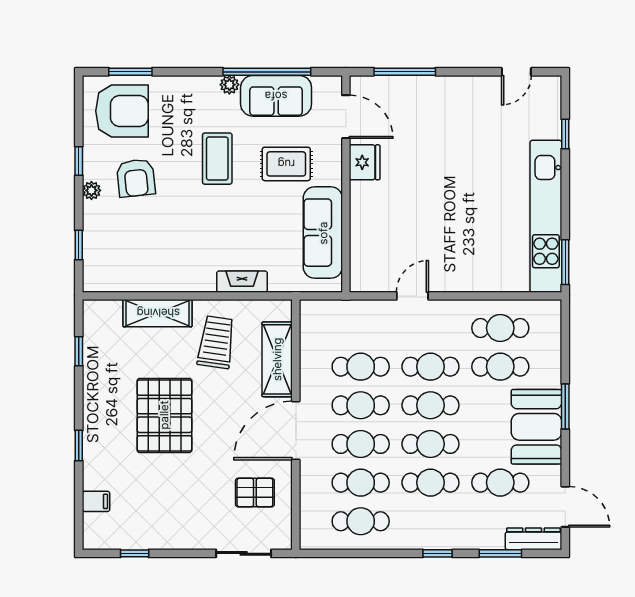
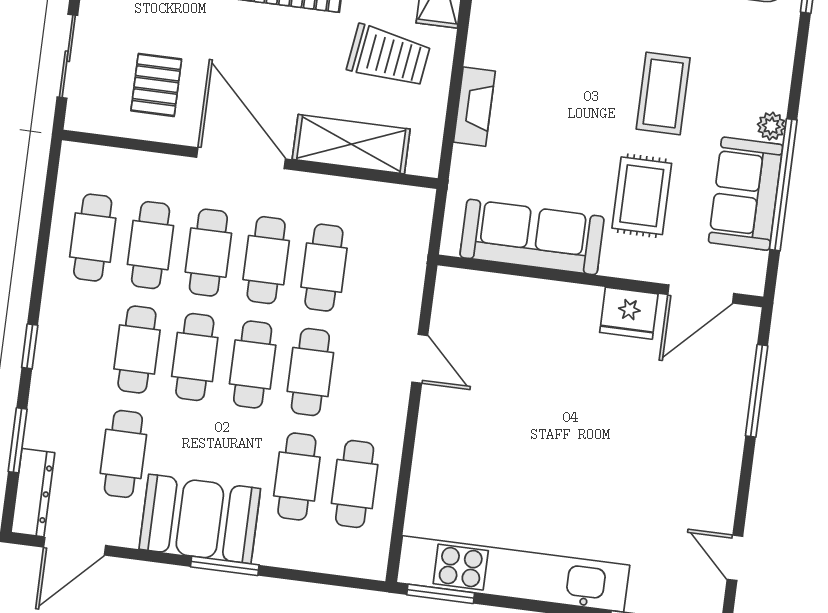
coffee table: (217, 159) -> (663, 93), turned 90

